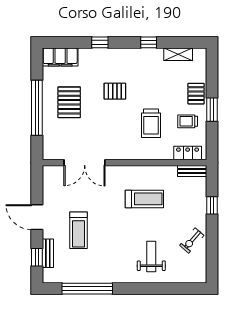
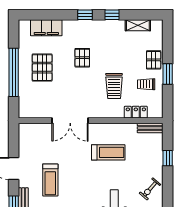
window: (100, 42) -> (85, 15), moved
filing cabinet: (60, 57) -> (46, 28), moved
pallet: (115, 91) -> (82, 58), turned 90
locker: (188, 153) -> (136, 112), moved
double door: (85, 163) -> (70, 121), moved

